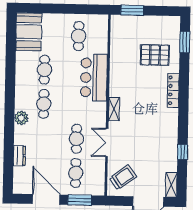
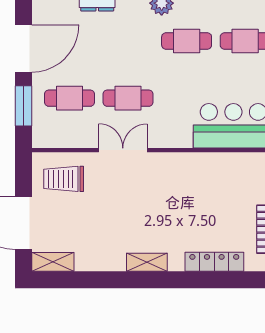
shelving: (114, 109) -> (147, 262), moved
window: (182, 152) -> (109, 280), removed
trolley: (123, 177) -> (64, 179), turned 126

